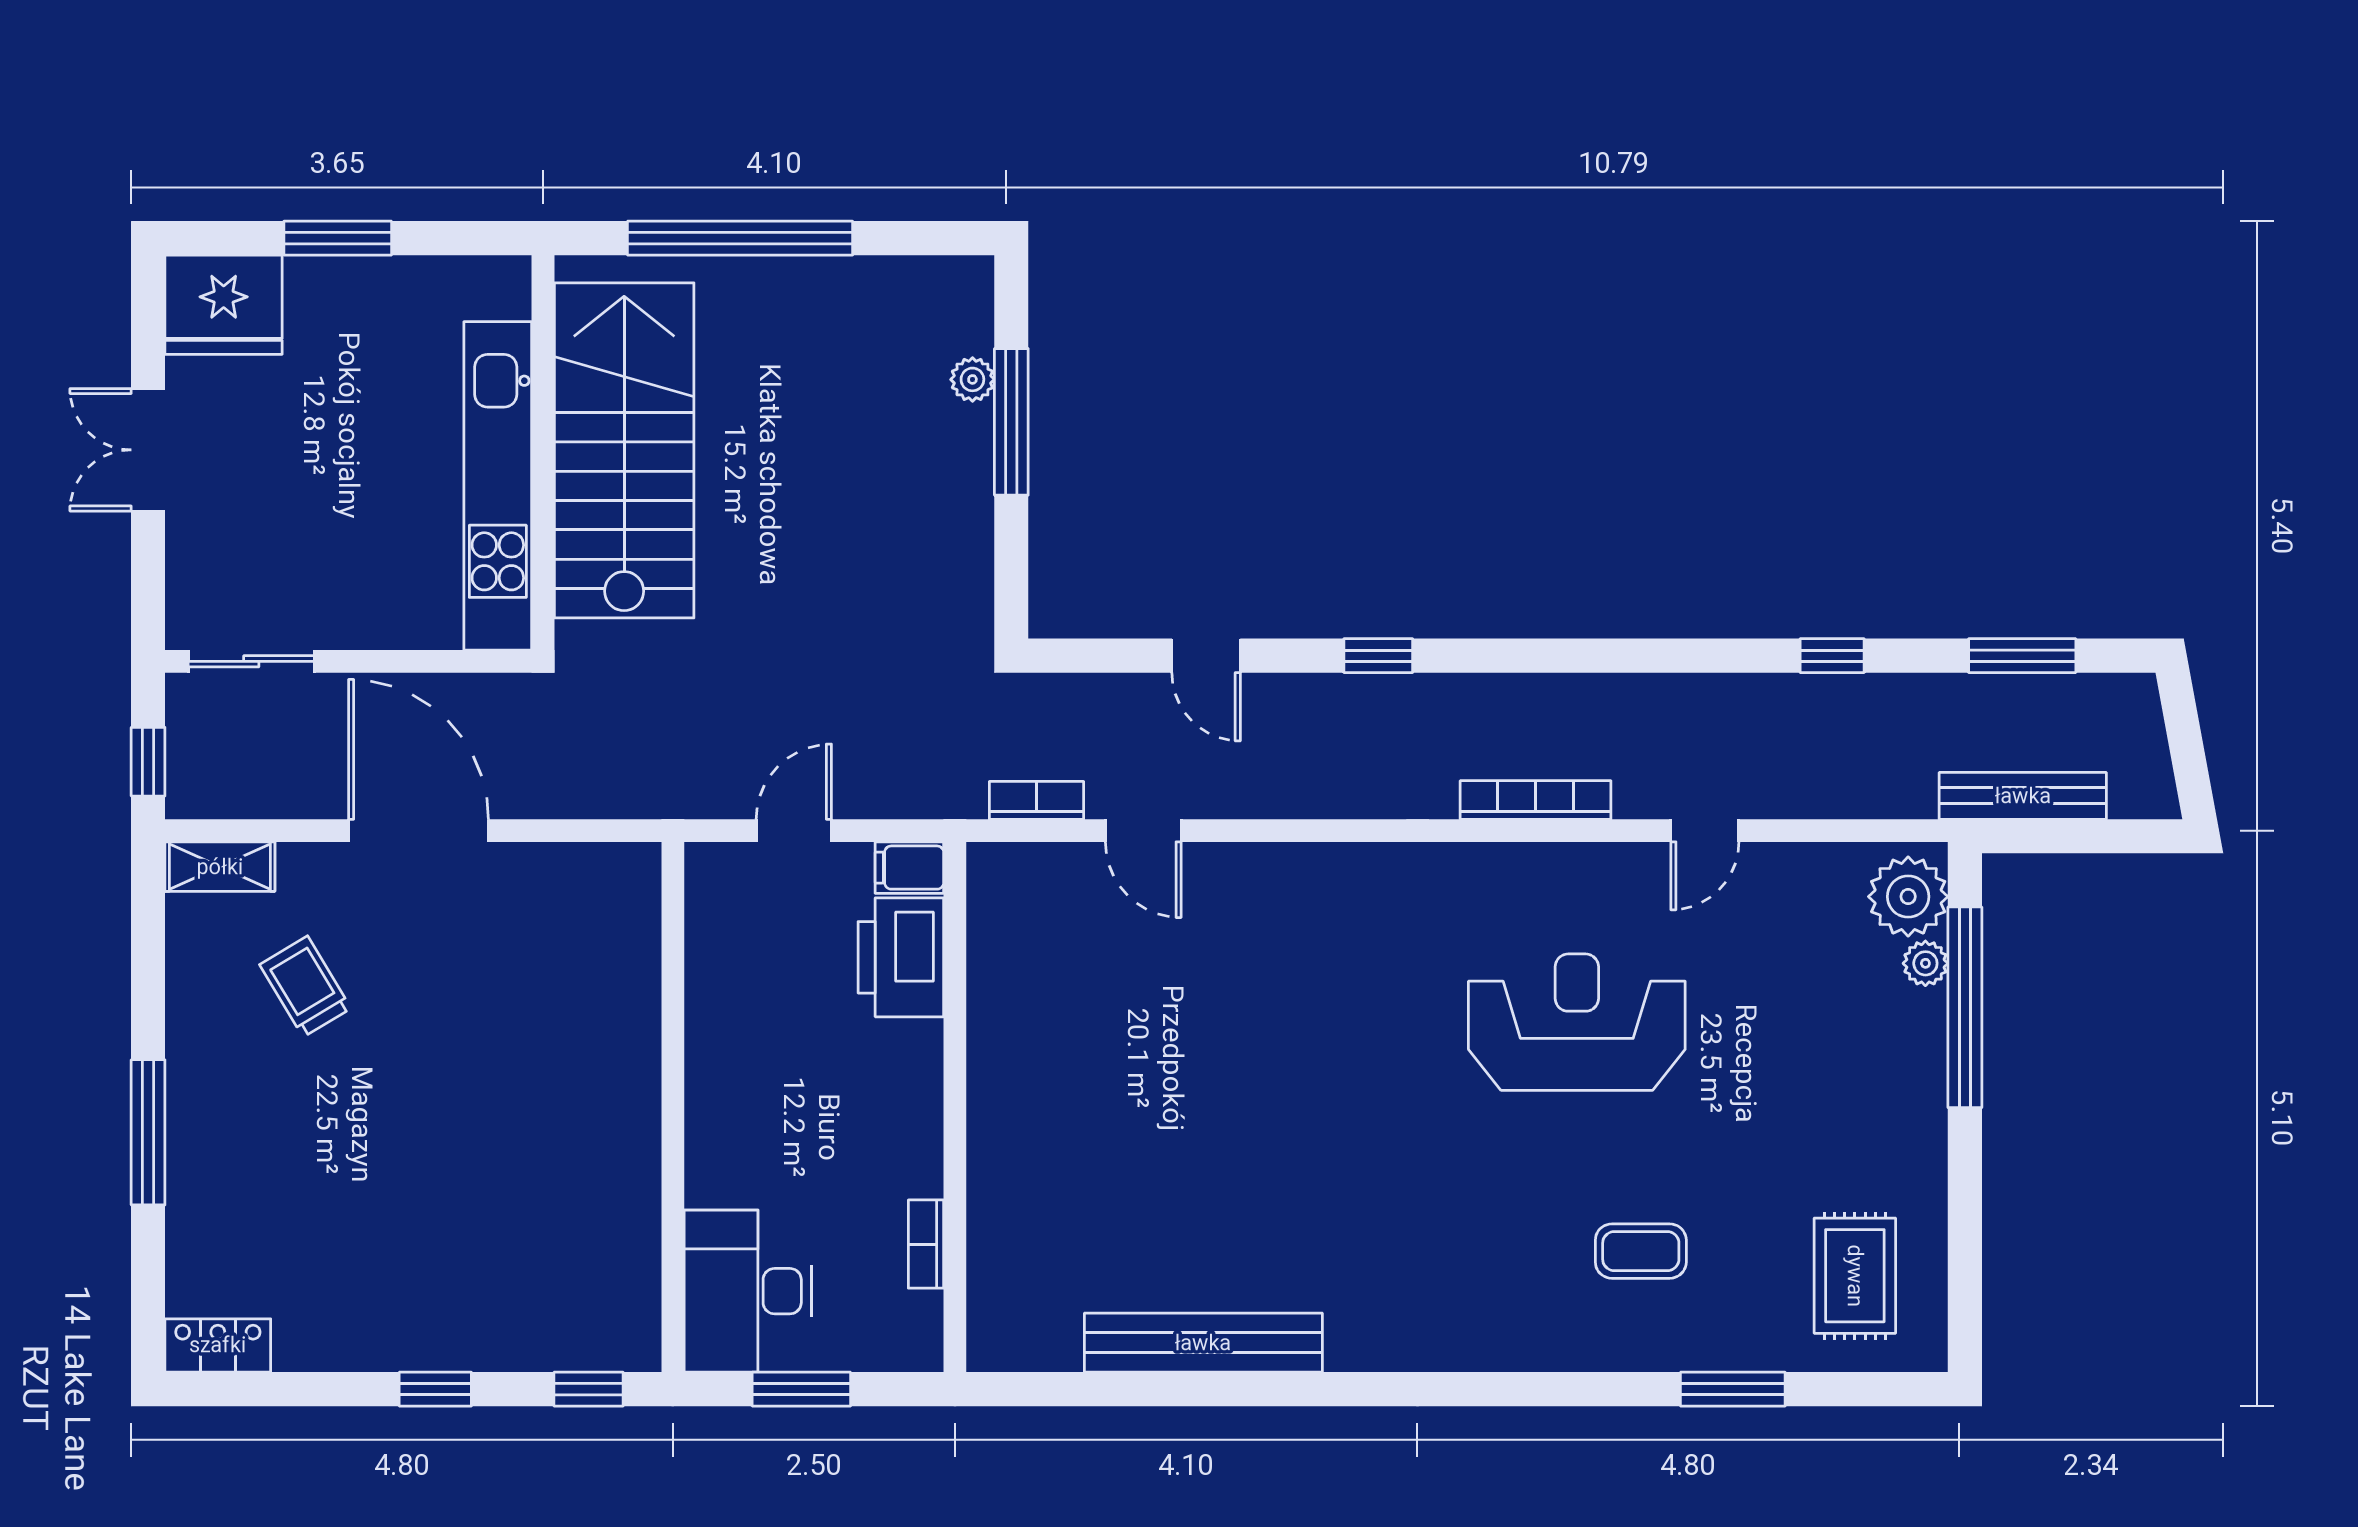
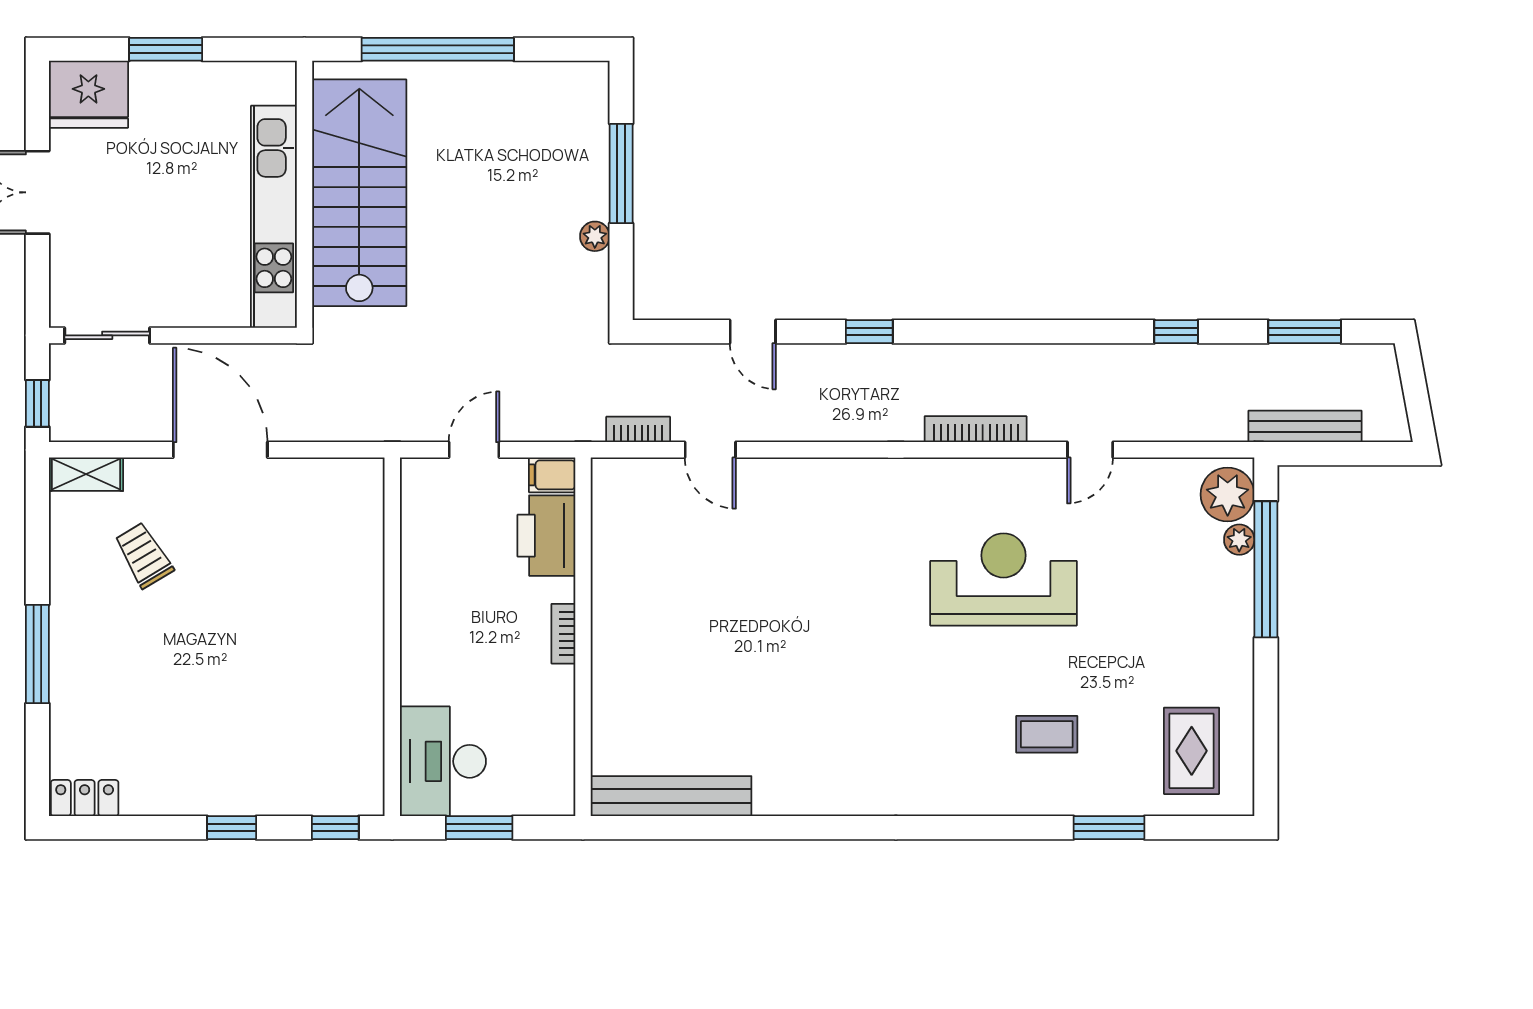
plant: (972, 379) -> (595, 236), moved
bookcase: (926, 1244) -> (563, 634), moved
bench: (1203, 1343) -> (671, 796), moved

